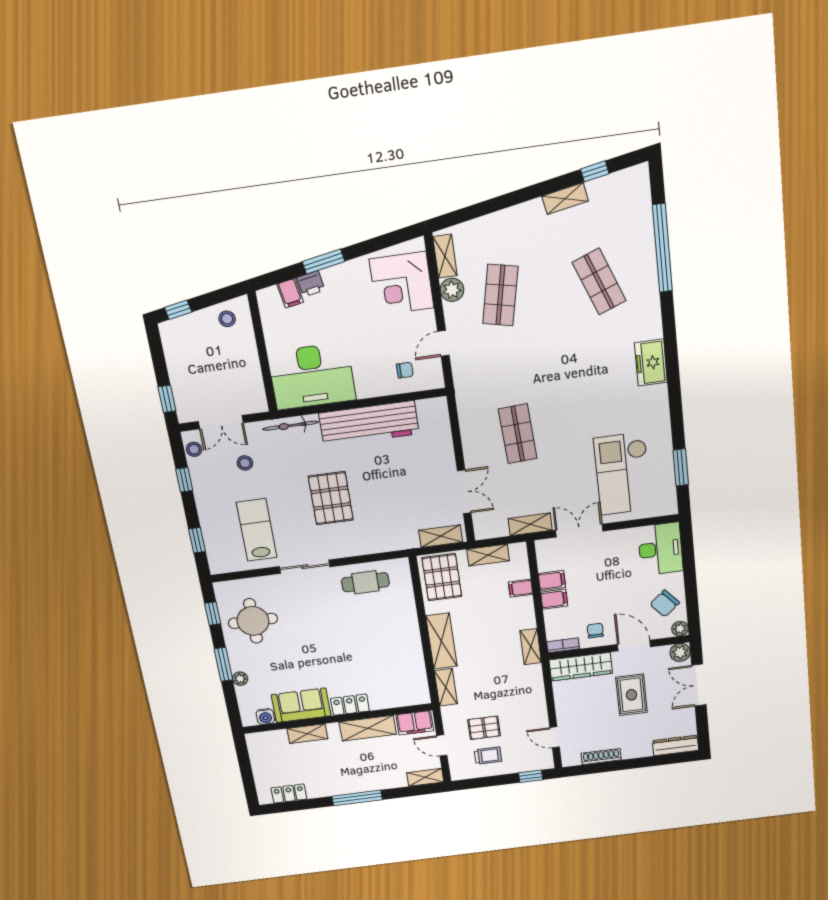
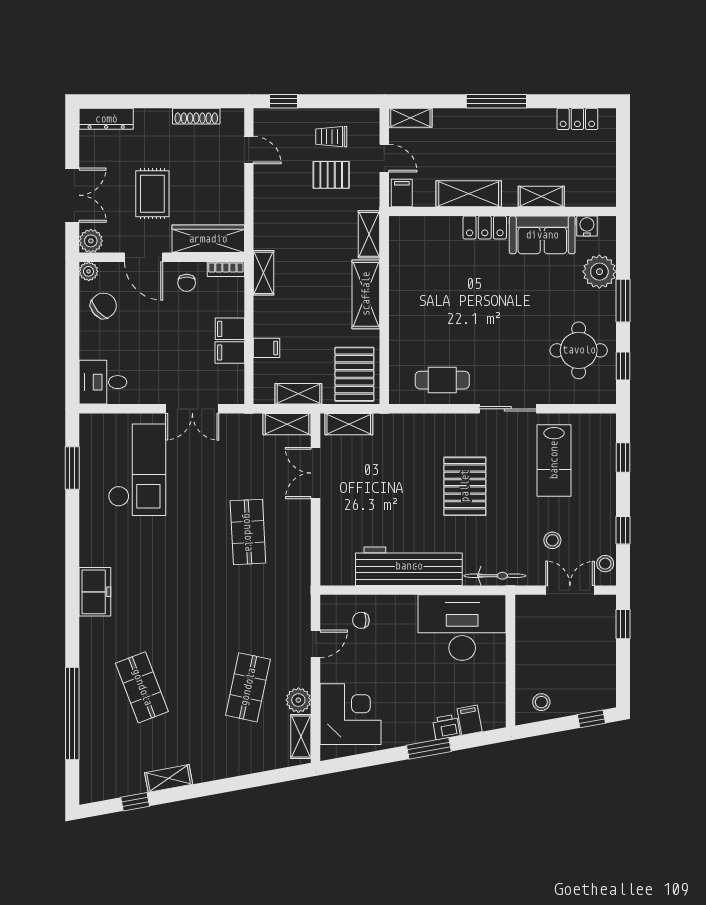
shelving: (530, 524) -> (287, 424), moved
desk: (660, 549) -> (103, 382), width x0.73
plant: (240, 679) -> (599, 272), width x1.88, depth x1.88
filing cabinet: (415, 723) -> (402, 193), width x0.50

